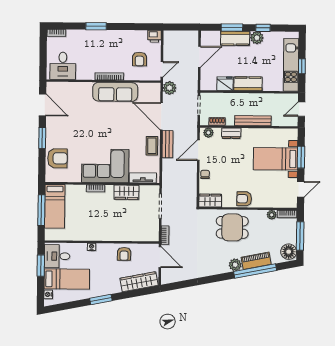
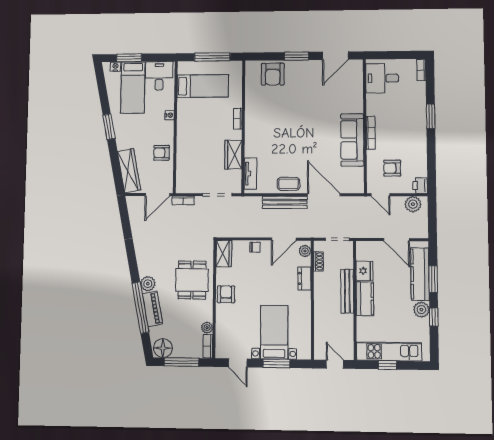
kitchen counter: (235, 38) -> (420, 274), width x1.50
plant: (170, 88) -> (413, 204), moved
door: (161, 116) -> (324, 195), hinge flipped
bench: (253, 121) -> (347, 291), moved
bench: (167, 144) -> (285, 202), width x1.36
door: (198, 150) -> (284, 239), swing flipped
corner sofa: (105, 166) -> (264, 129), removed
bed: (55, 206) -> (203, 86), moved, turned 180
window: (41, 266) -> (129, 58), moved

